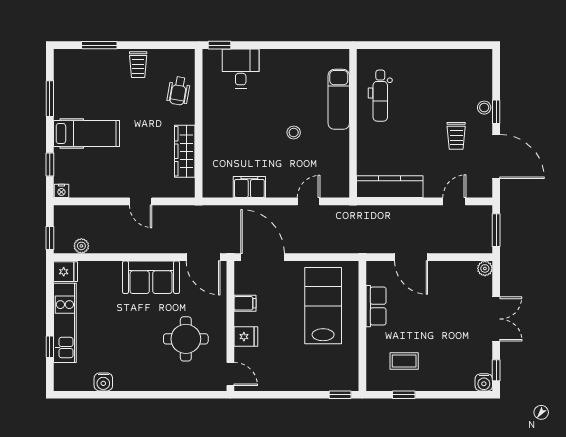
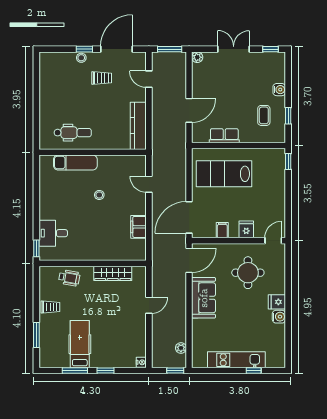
hospital bed: (87, 133) -> (80, 344), moved
window: (50, 165) -> (106, 371), moved
fridge: (66, 272) -> (277, 302), moved, turned -90
water cooler: (103, 382) -> (279, 317), moved
water cooler: (484, 382) -> (279, 90), moved

